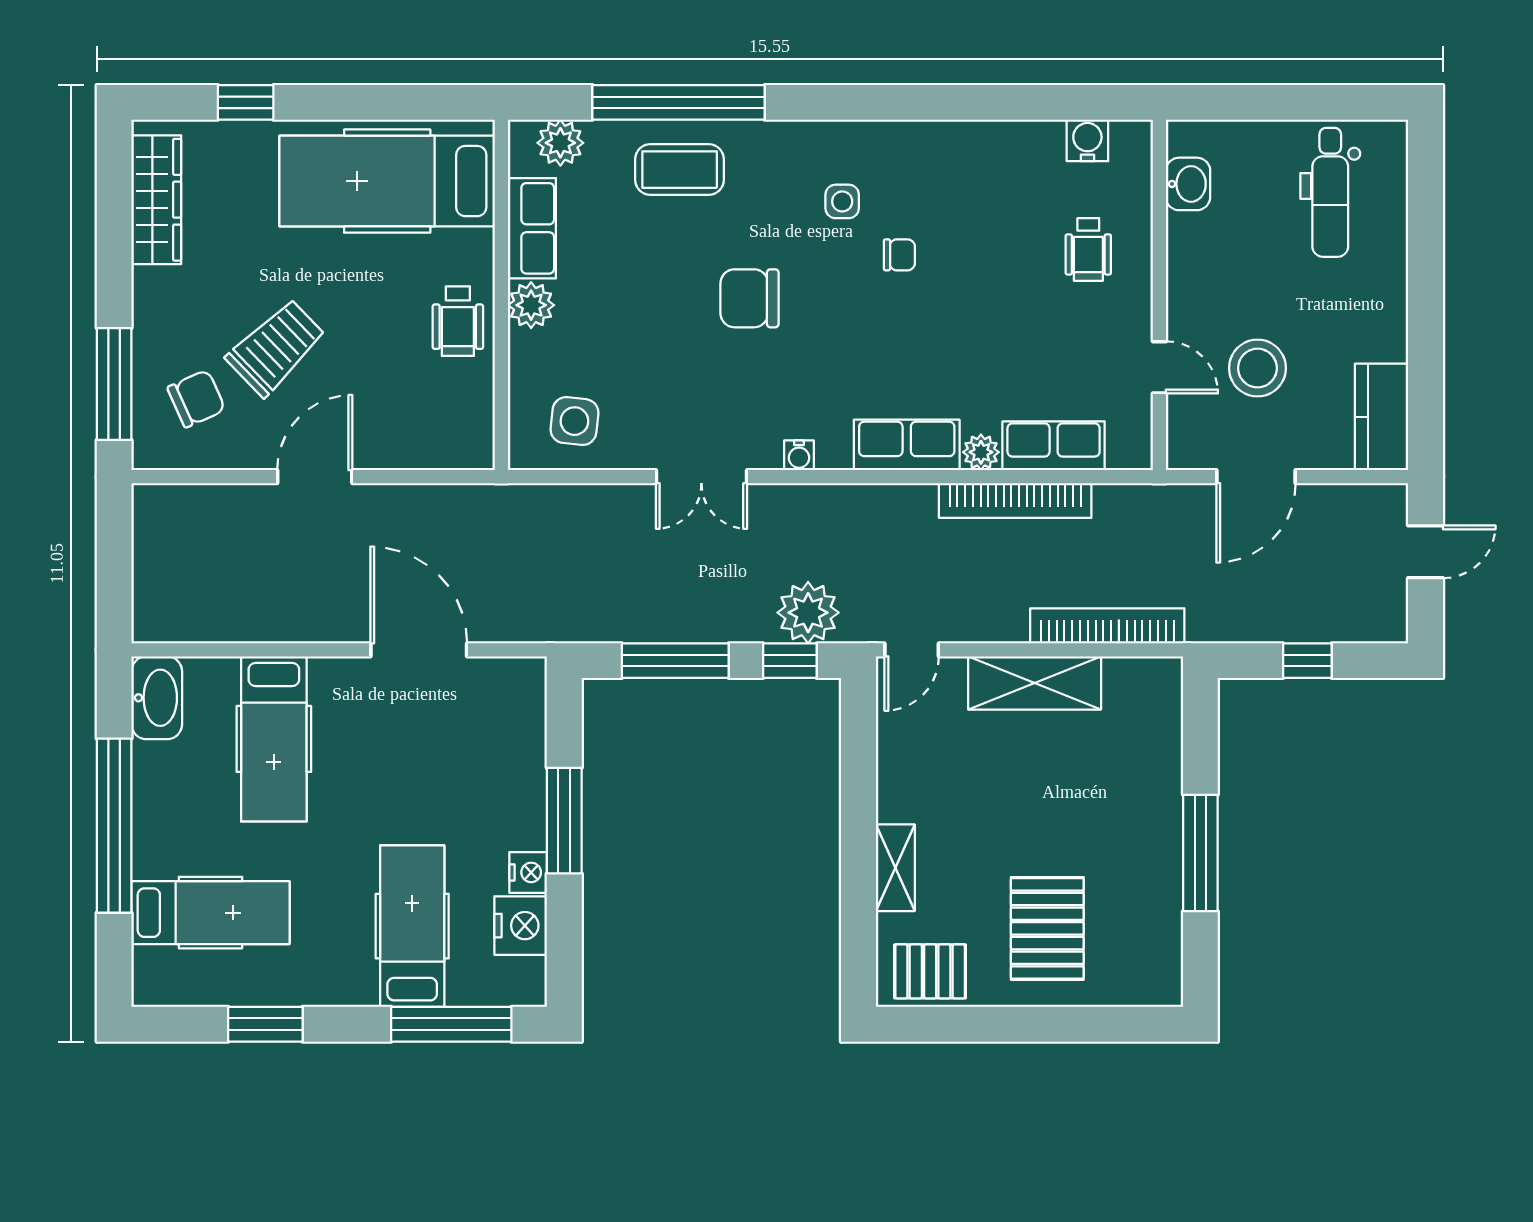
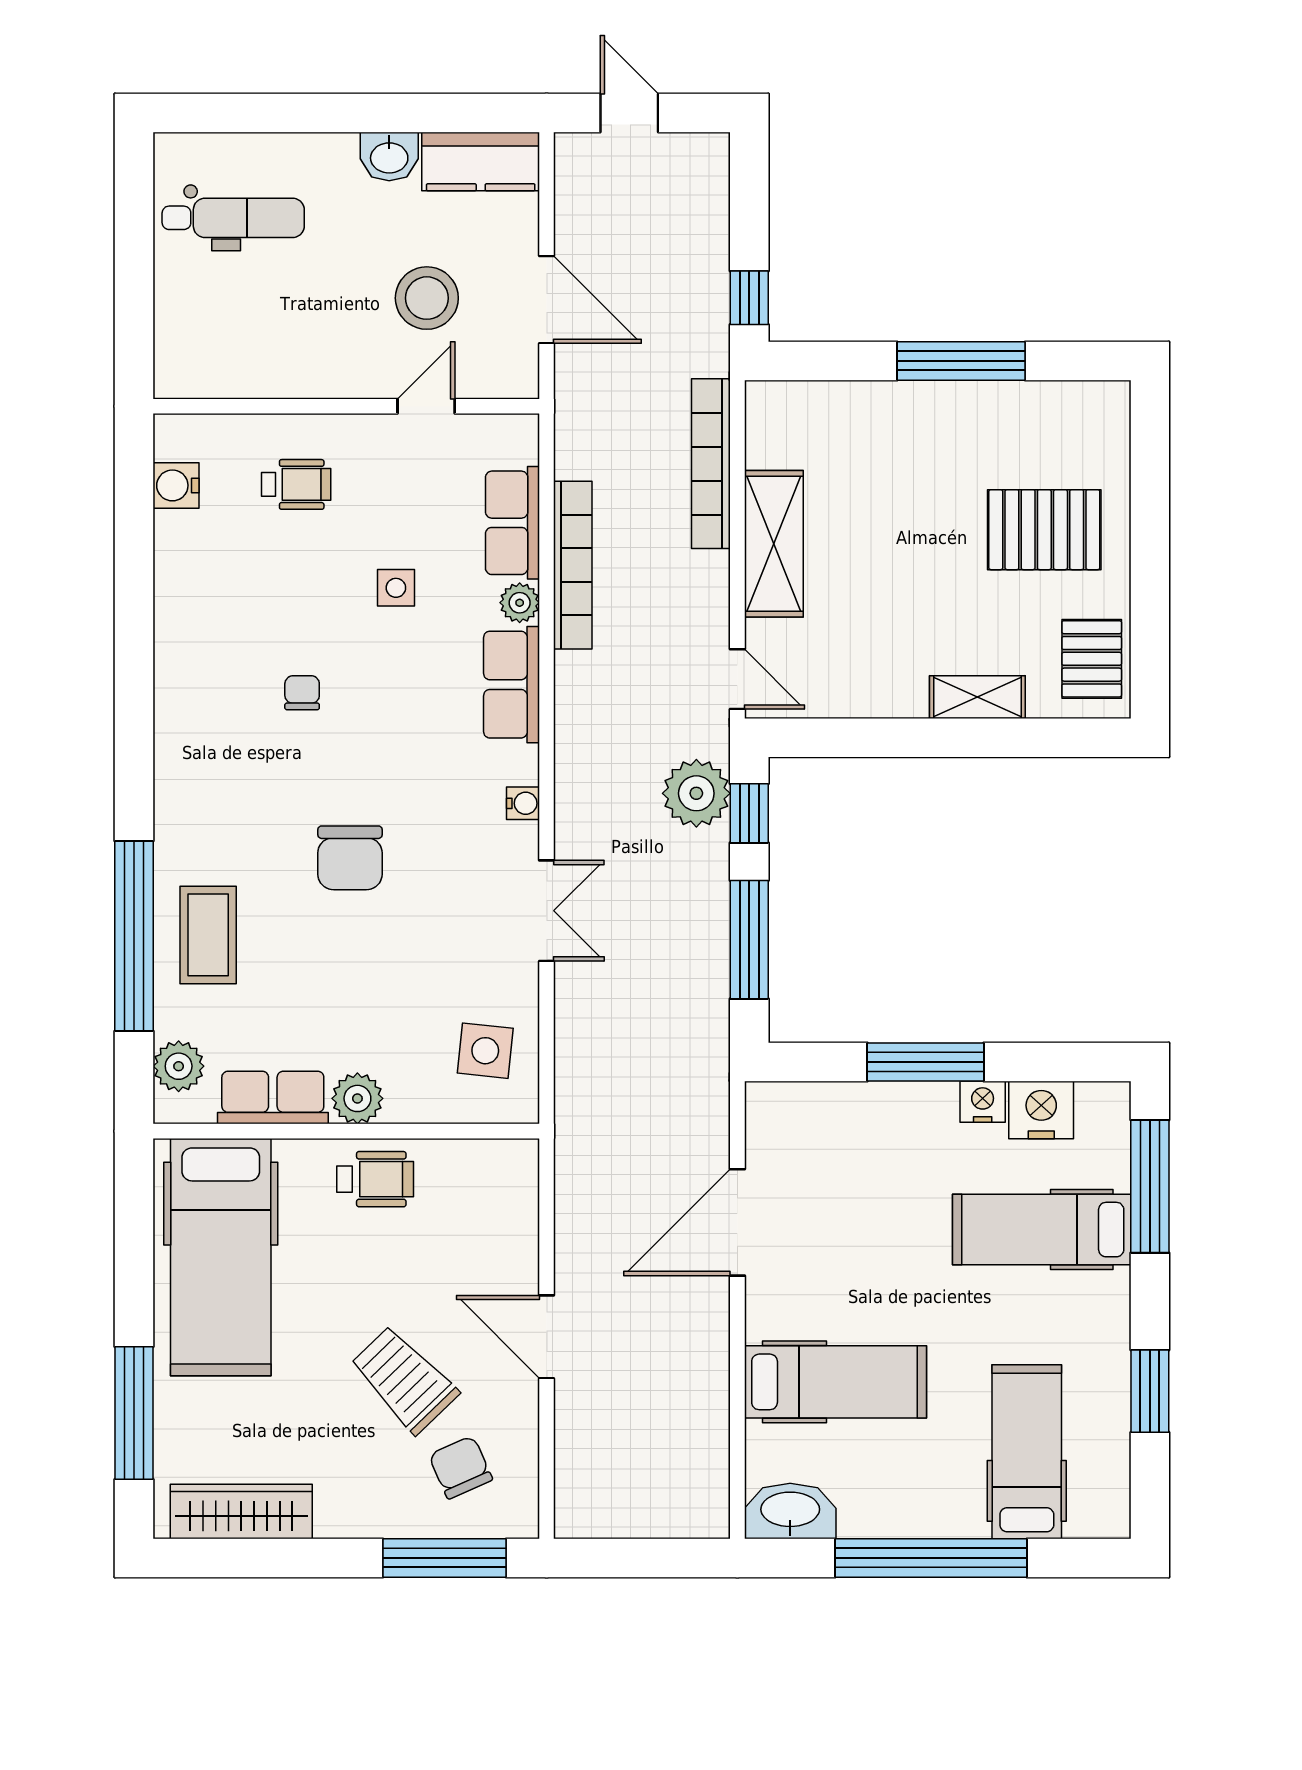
window: (246, 102) -> (134, 1413), width x2.17
washbasin: (1188, 184) -> (389, 156), moved, turned 180
side table: (842, 201) -> (396, 588), moved
window: (1307, 661) -> (749, 298), moved

